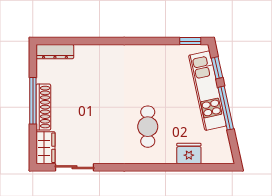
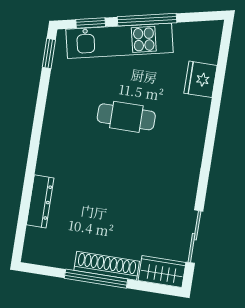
dresser: (55, 52) -> (40, 201), moved
cafe table: (148, 127) -> (126, 117), moved

